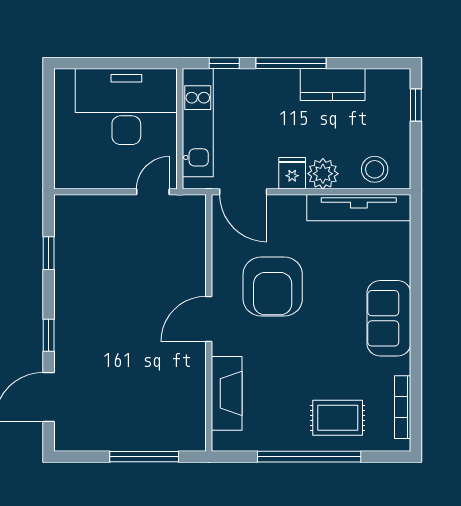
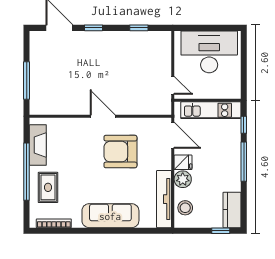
kitchen counter: (333, 84) -> (232, 210), moved
desk: (126, 107) -> (209, 52), moved, turned -90
door: (243, 192) -> (173, 135), swing flipped
sofa: (389, 318) -> (110, 216), width x1.36
fireplace: (227, 393) -> (38, 145), moved, turned -90

